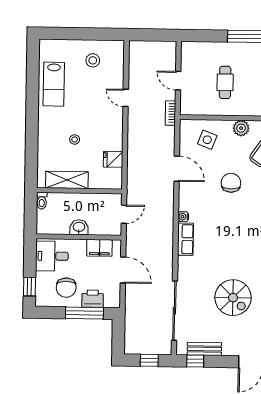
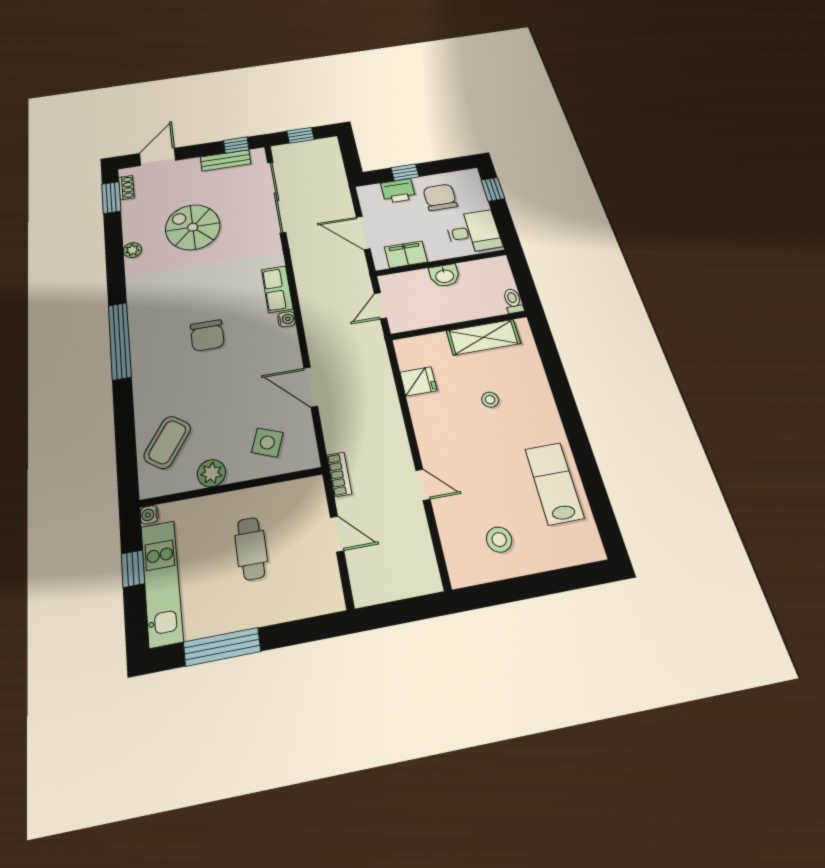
chair: (231, 183) -> (207, 335), moved
window: (84, 313) -> (405, 172), width x0.46

